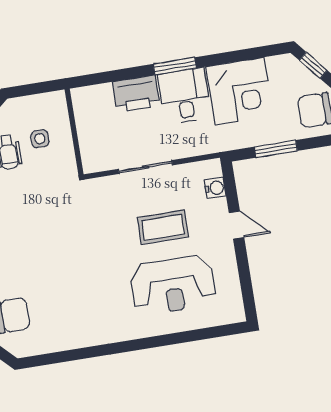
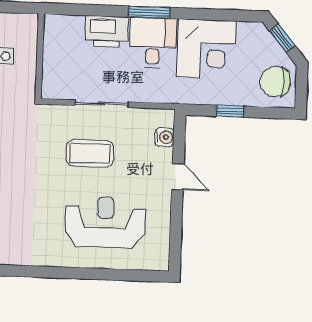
window: (276, 149) -> (230, 111), width x0.67
coffee table: (163, 227) -> (90, 154), moved
reception desk: (173, 285) -> (105, 222), turned 180

